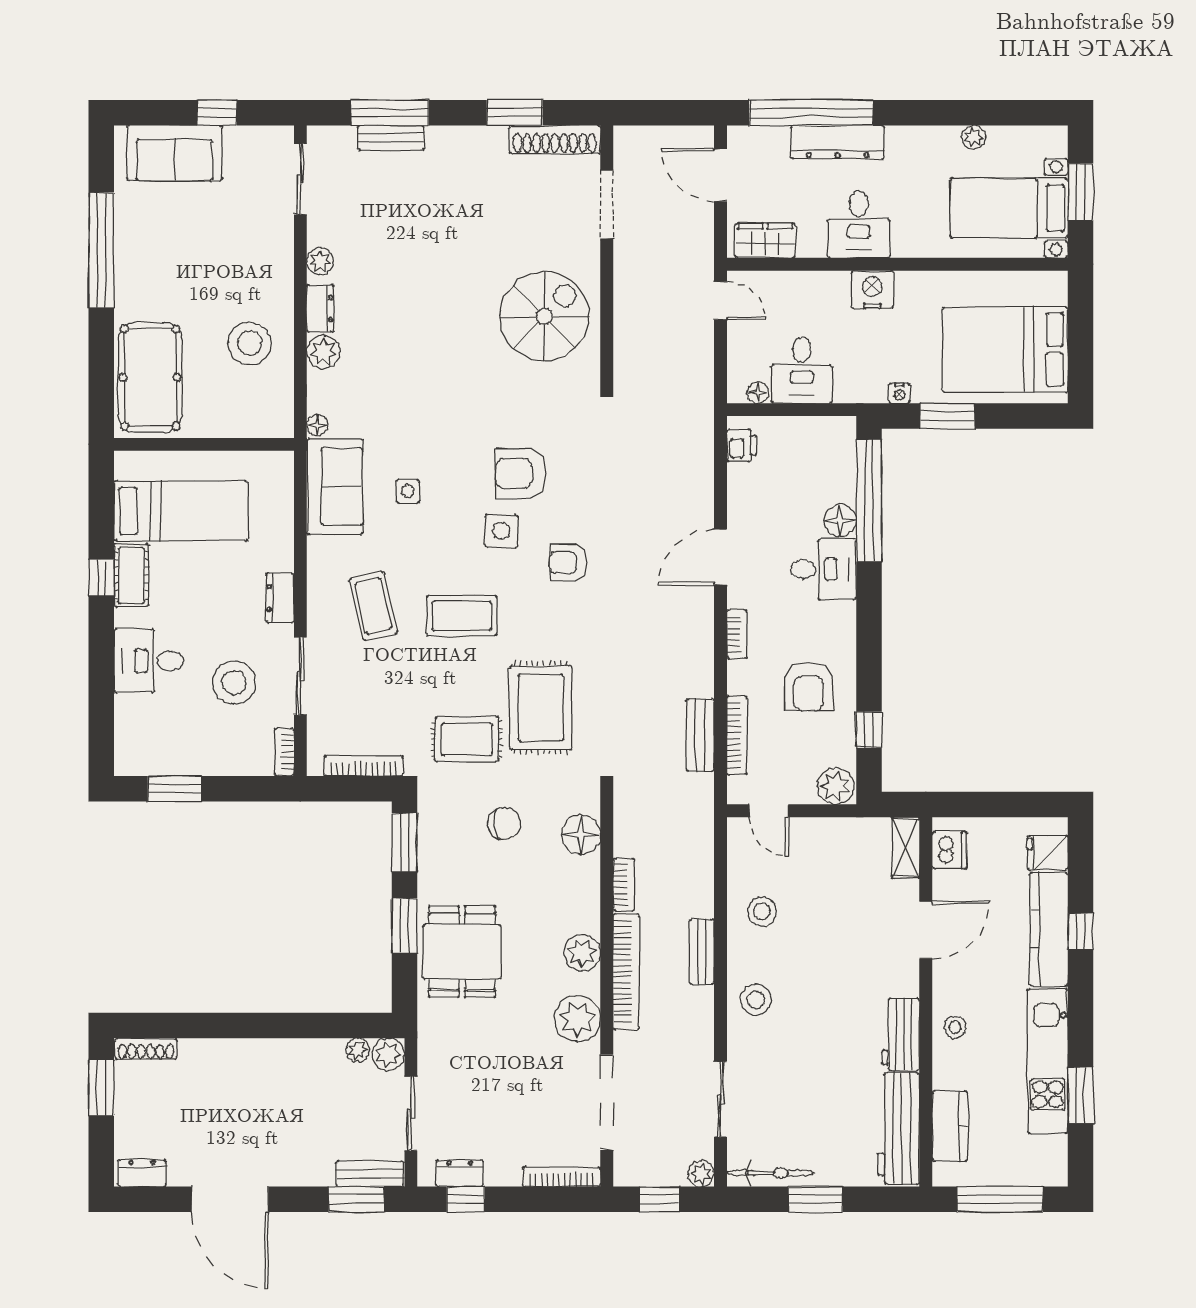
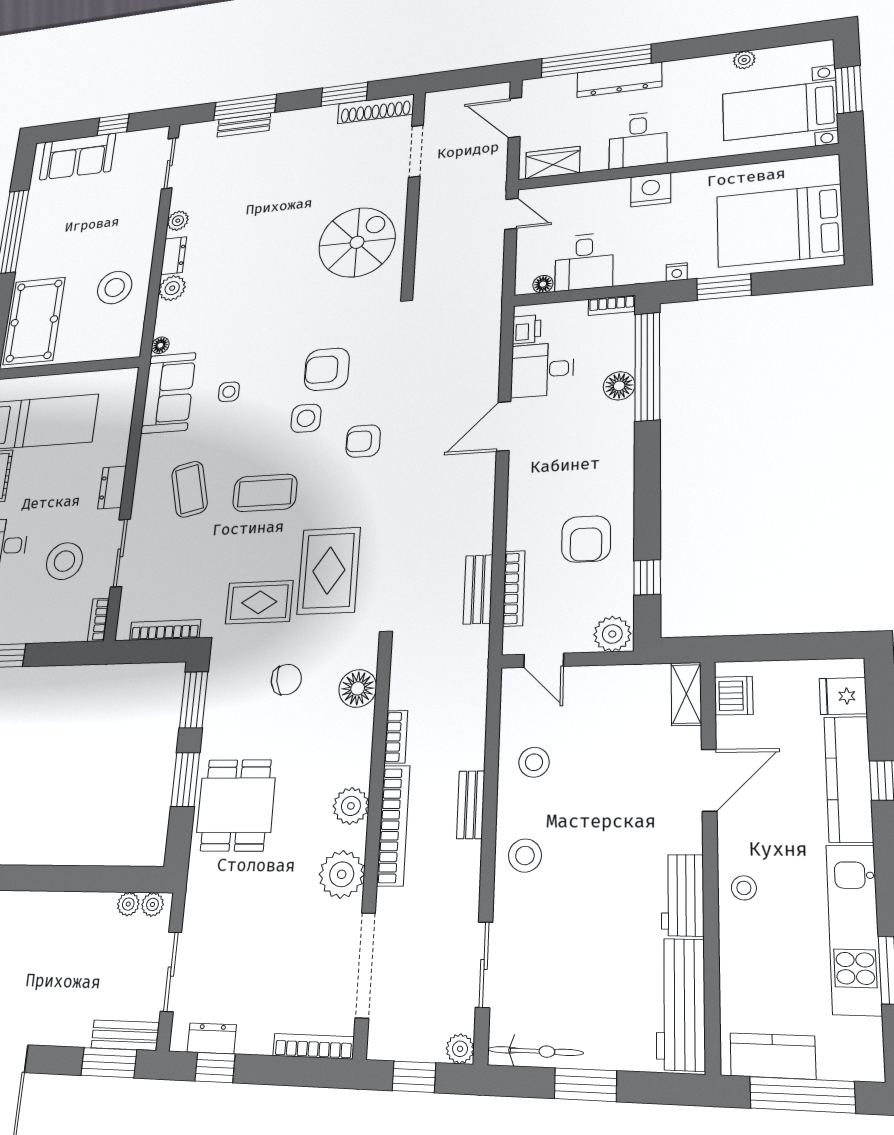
desk: (824, 569) -> (542, 370), moved, turned 180
bookcase: (737, 634) -> (612, 305), moved, turned 90
plant: (388, 1054) -> (152, 904), width x0.73, depth x0.73
kitchen counter: (950, 1126) -> (773, 1056), moved, turned -90

